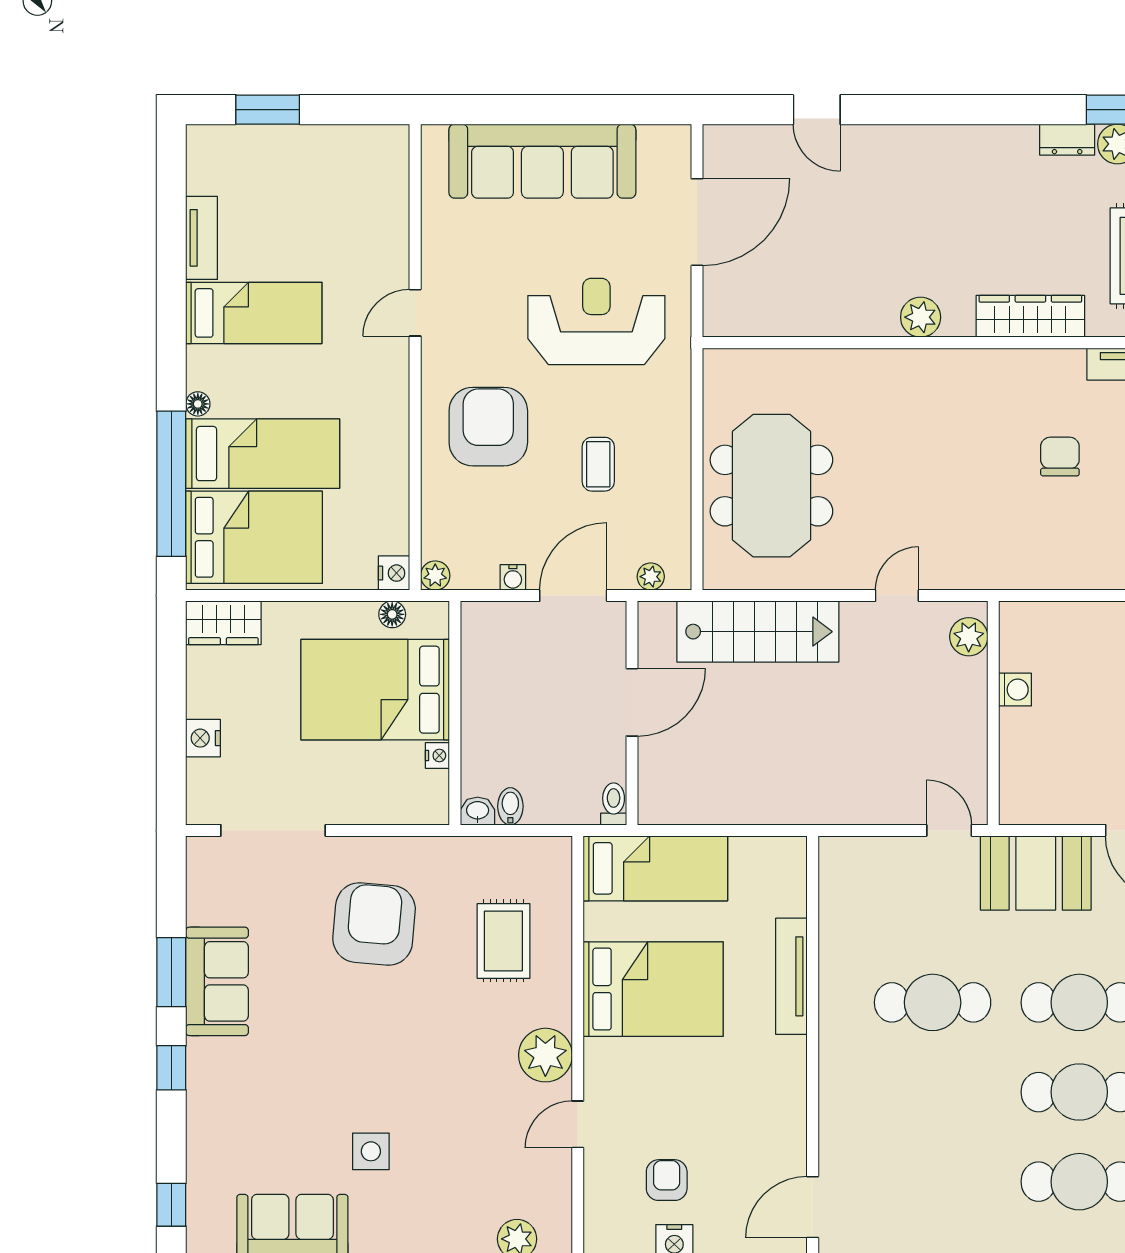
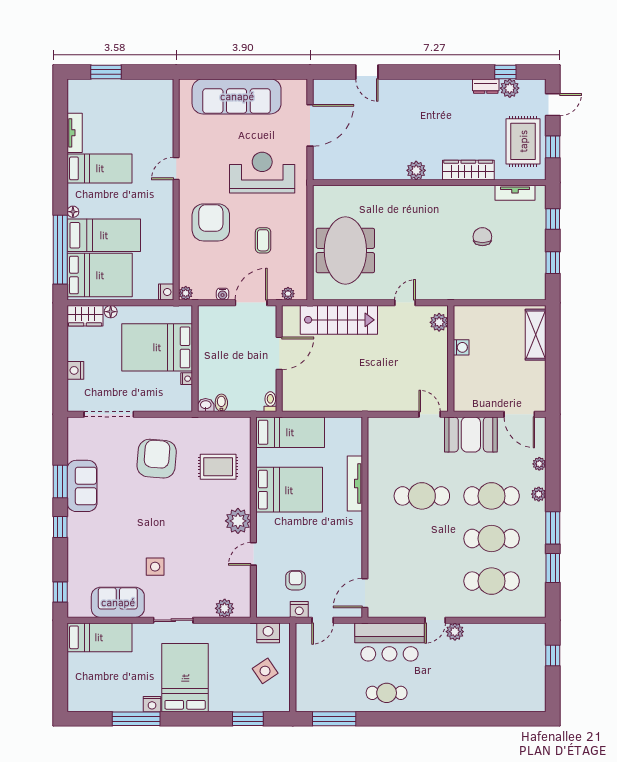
floor lamp: (392, 614) -> (111, 312), moved
rug: (503, 941) -> (218, 467), turned 90

